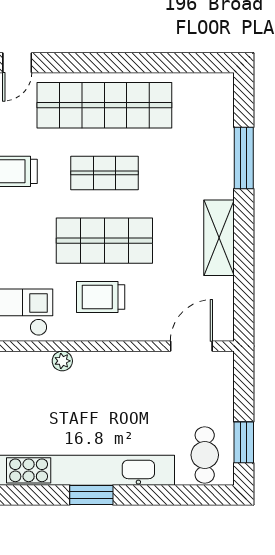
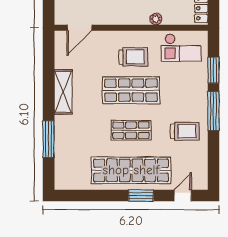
window: (88, 63) -> (141, 196), added

